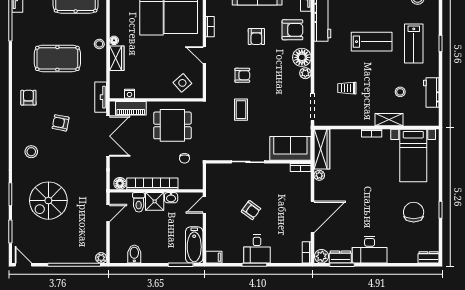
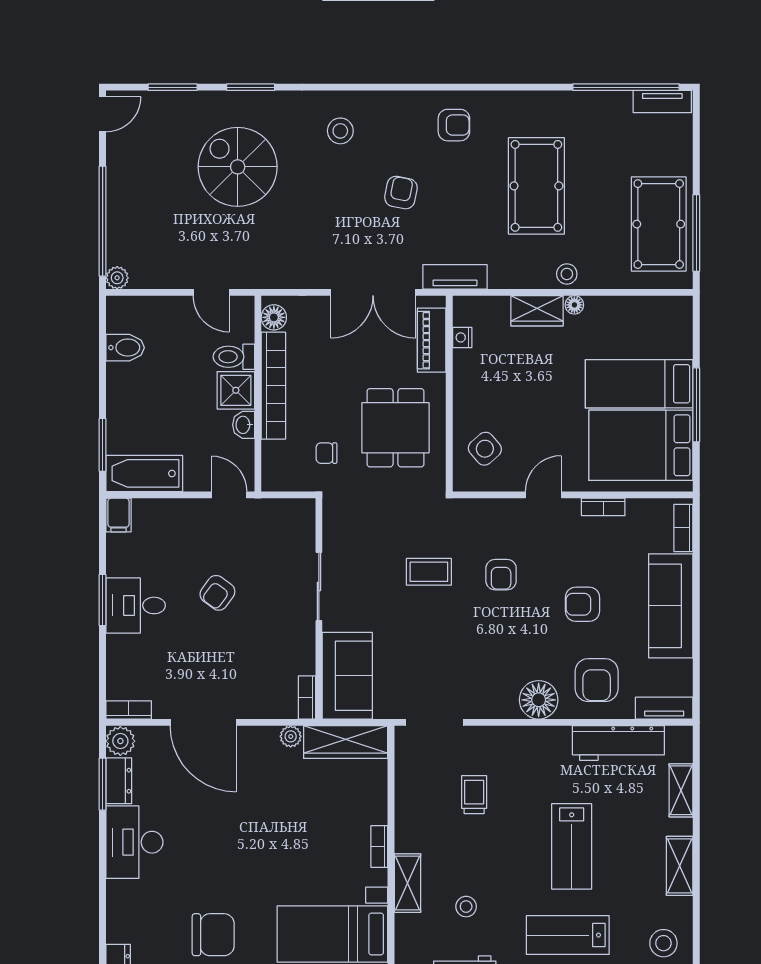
plant: (305, 73) -> (505, 707), removed

